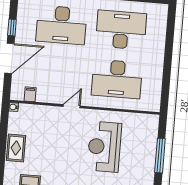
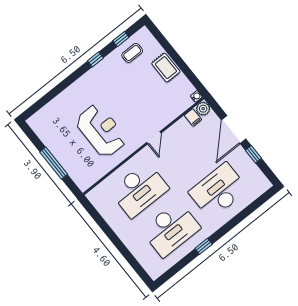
desk: (117, 79) -> (139, 190), turned 180
plant: (17, 94) -> (203, 109), added

